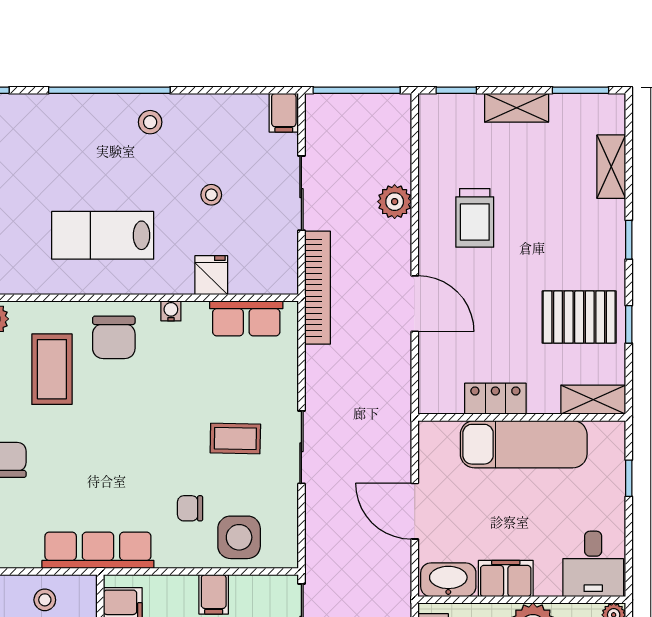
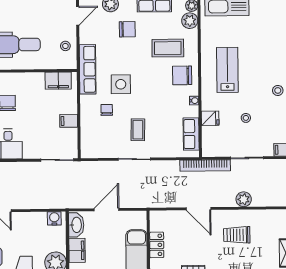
door: (415, 304) -> (199, 209), hinge flipped
side table: (239, 537) -> (121, 84), moved

